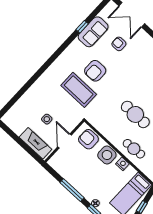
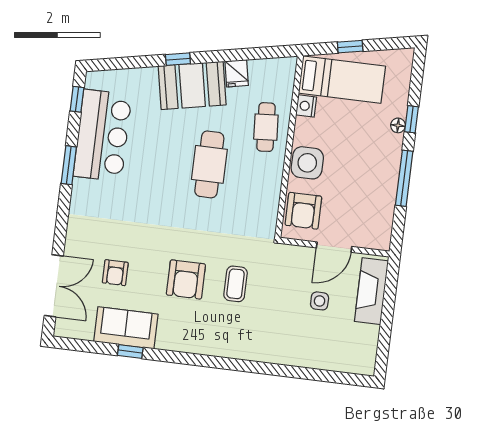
armchair: (95, 71) -> (186, 279), turned 90
coffee table: (79, 90) -> (236, 284), width x0.54, depth x0.58
nightstand: (122, 164) -> (306, 106), moved

